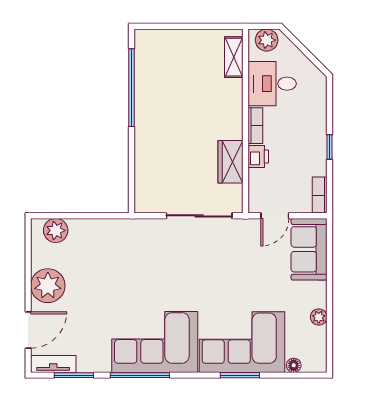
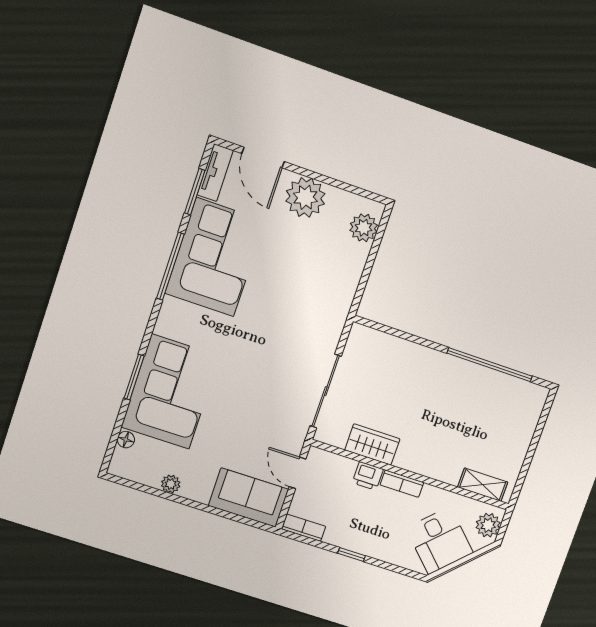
desk: (272, 84) -> (440, 540), moved, turned 135
corner sofa: (155, 342) -> (215, 257), moved

